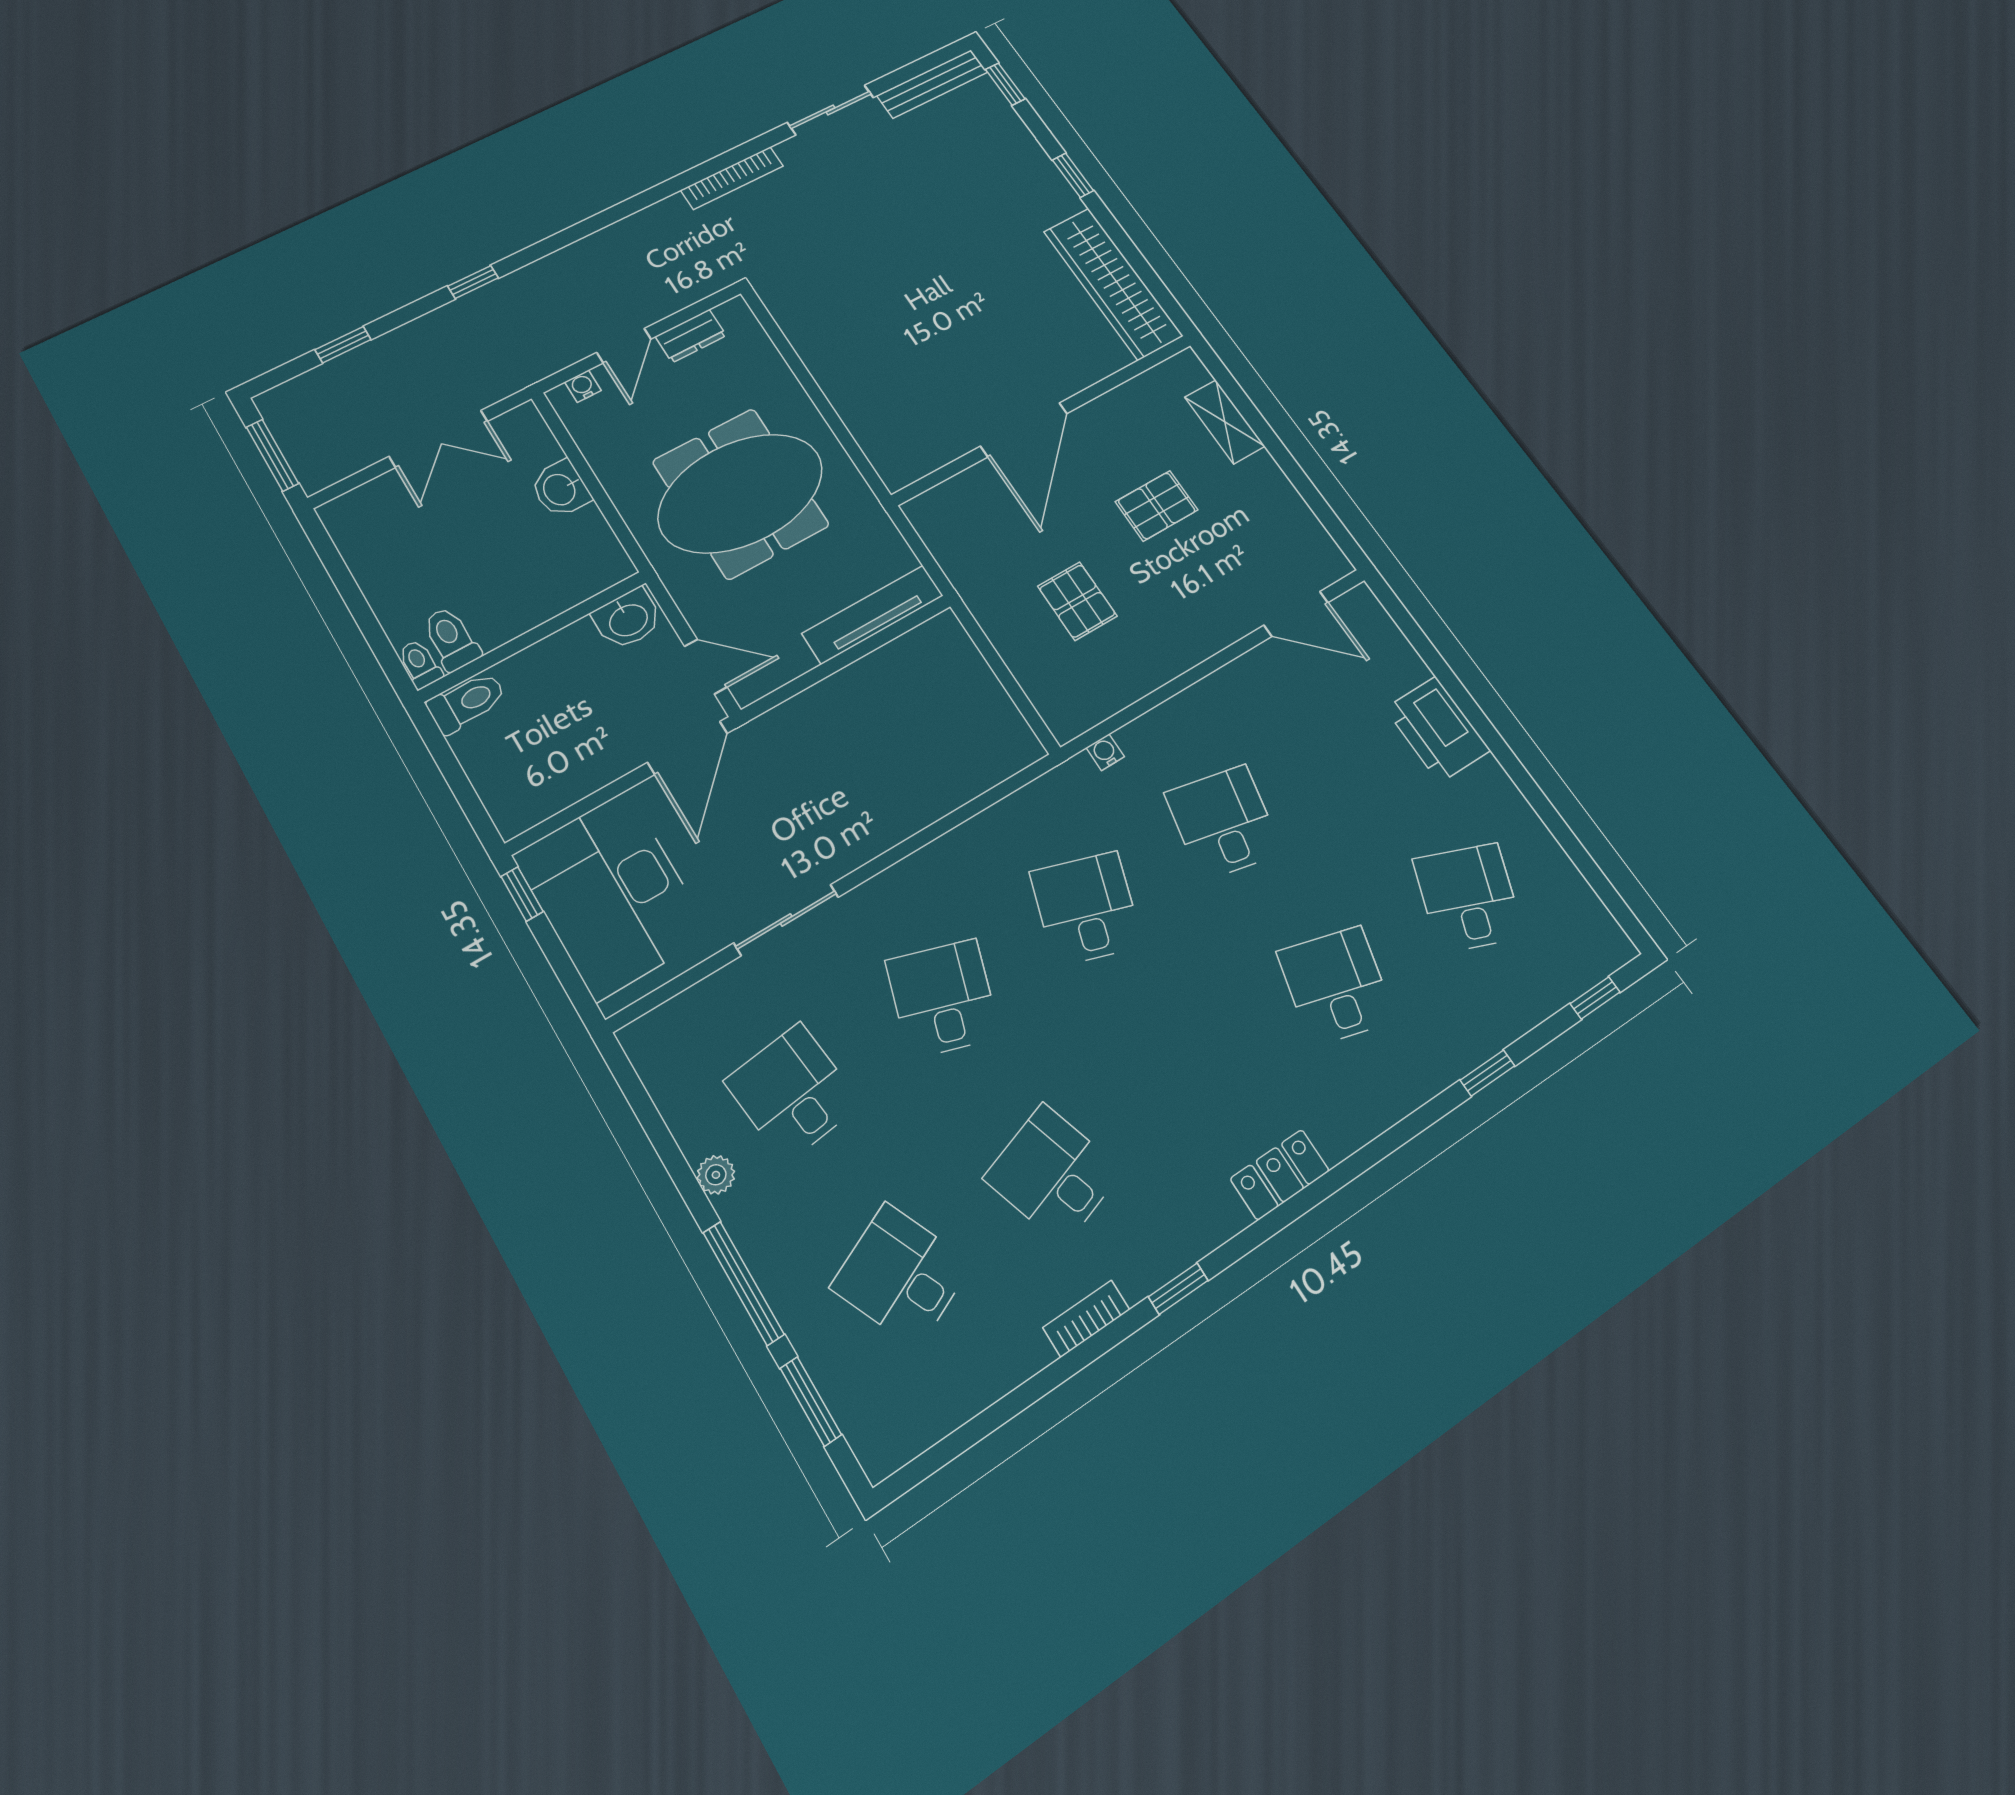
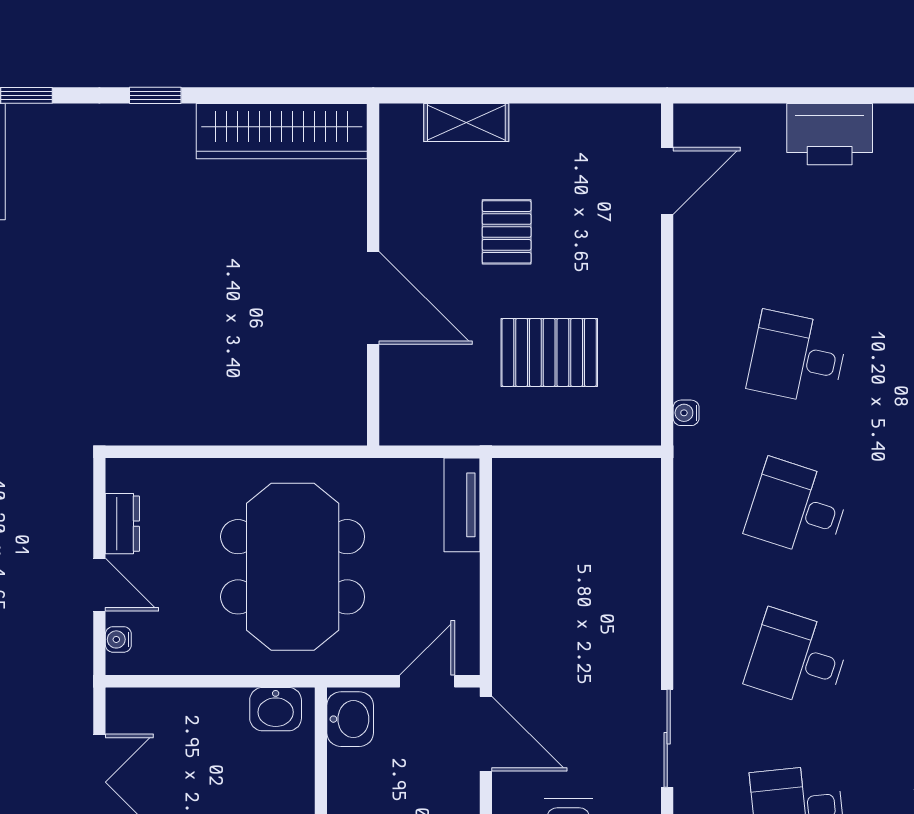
washbasin: (560, 489) -> (276, 709), moved
pallet: (1077, 601) -> (549, 352), width x1.50, depth x1.42
tv unit: (873, 615) -> (462, 505), width x0.71

